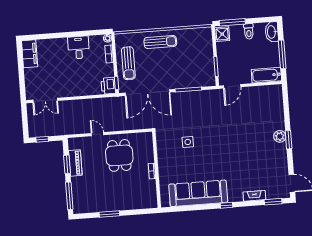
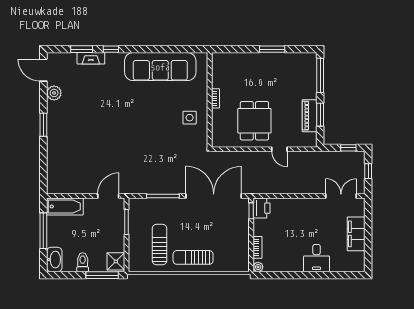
desk: (79, 48) -> (317, 258), moved
filing cabinet: (30, 54) -> (356, 234), moved
sun lounger: (128, 63) -> (160, 245), moved
window: (25, 122) -> (368, 171), added
plant: (280, 136) -> (54, 93), moved
side table: (188, 142) -> (190, 118), moved
window: (273, 202) -> (82, 49), moved
window: (227, 205) -> (111, 49), moved

